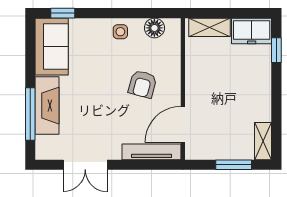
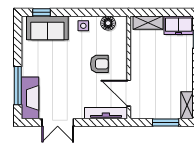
sofa: (52, 47) -> (47, 28), moved, turned 90
armchair: (143, 84) -> (99, 64), turned -105
fireplace: (47, 106) -> (30, 98), moved
door: (183, 124) -> (129, 93), hinge flipped

